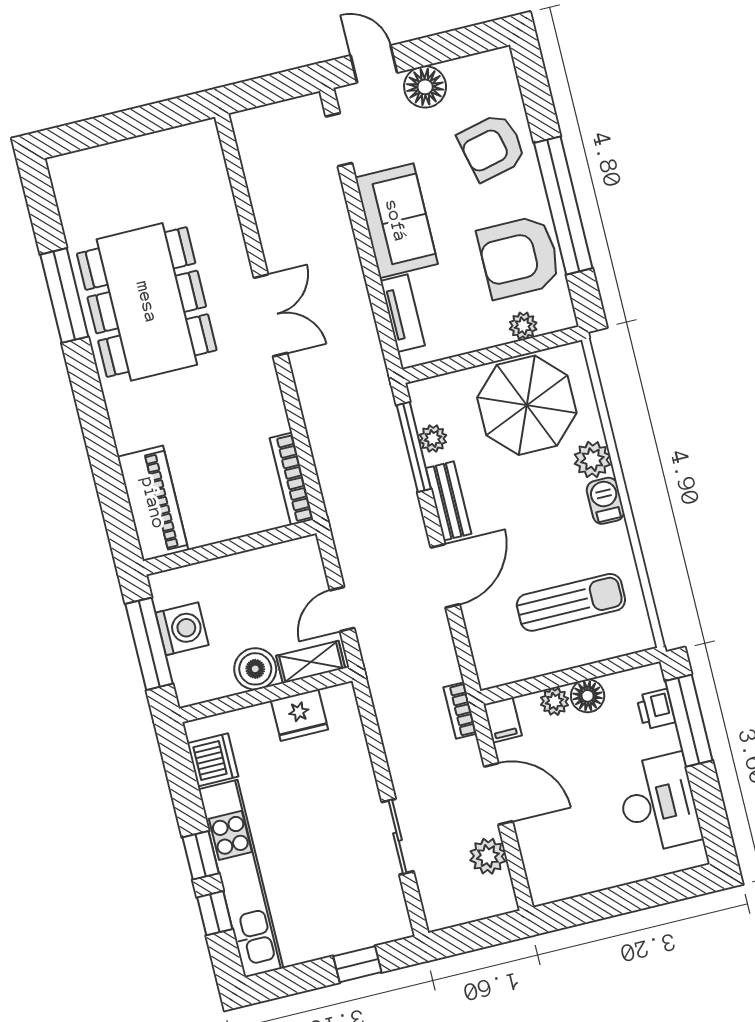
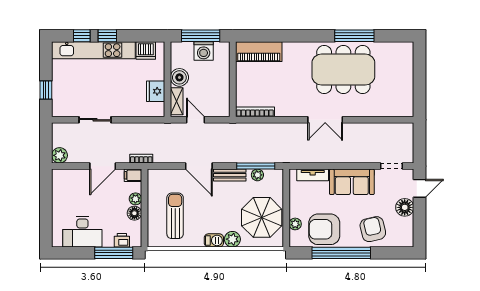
armchair: (519, 257) -> (324, 229), turned -90
sun lounger: (571, 602) -> (175, 216), turned 180
plant: (488, 856) -> (60, 155), moved

